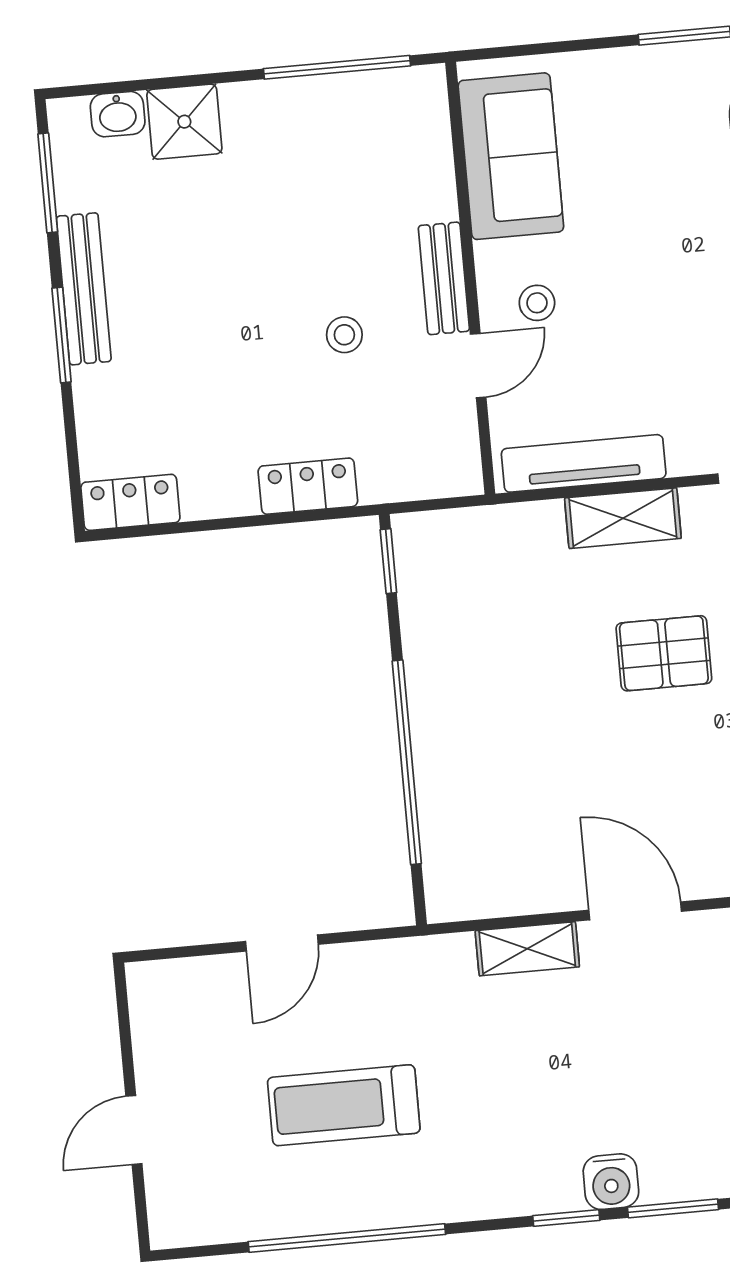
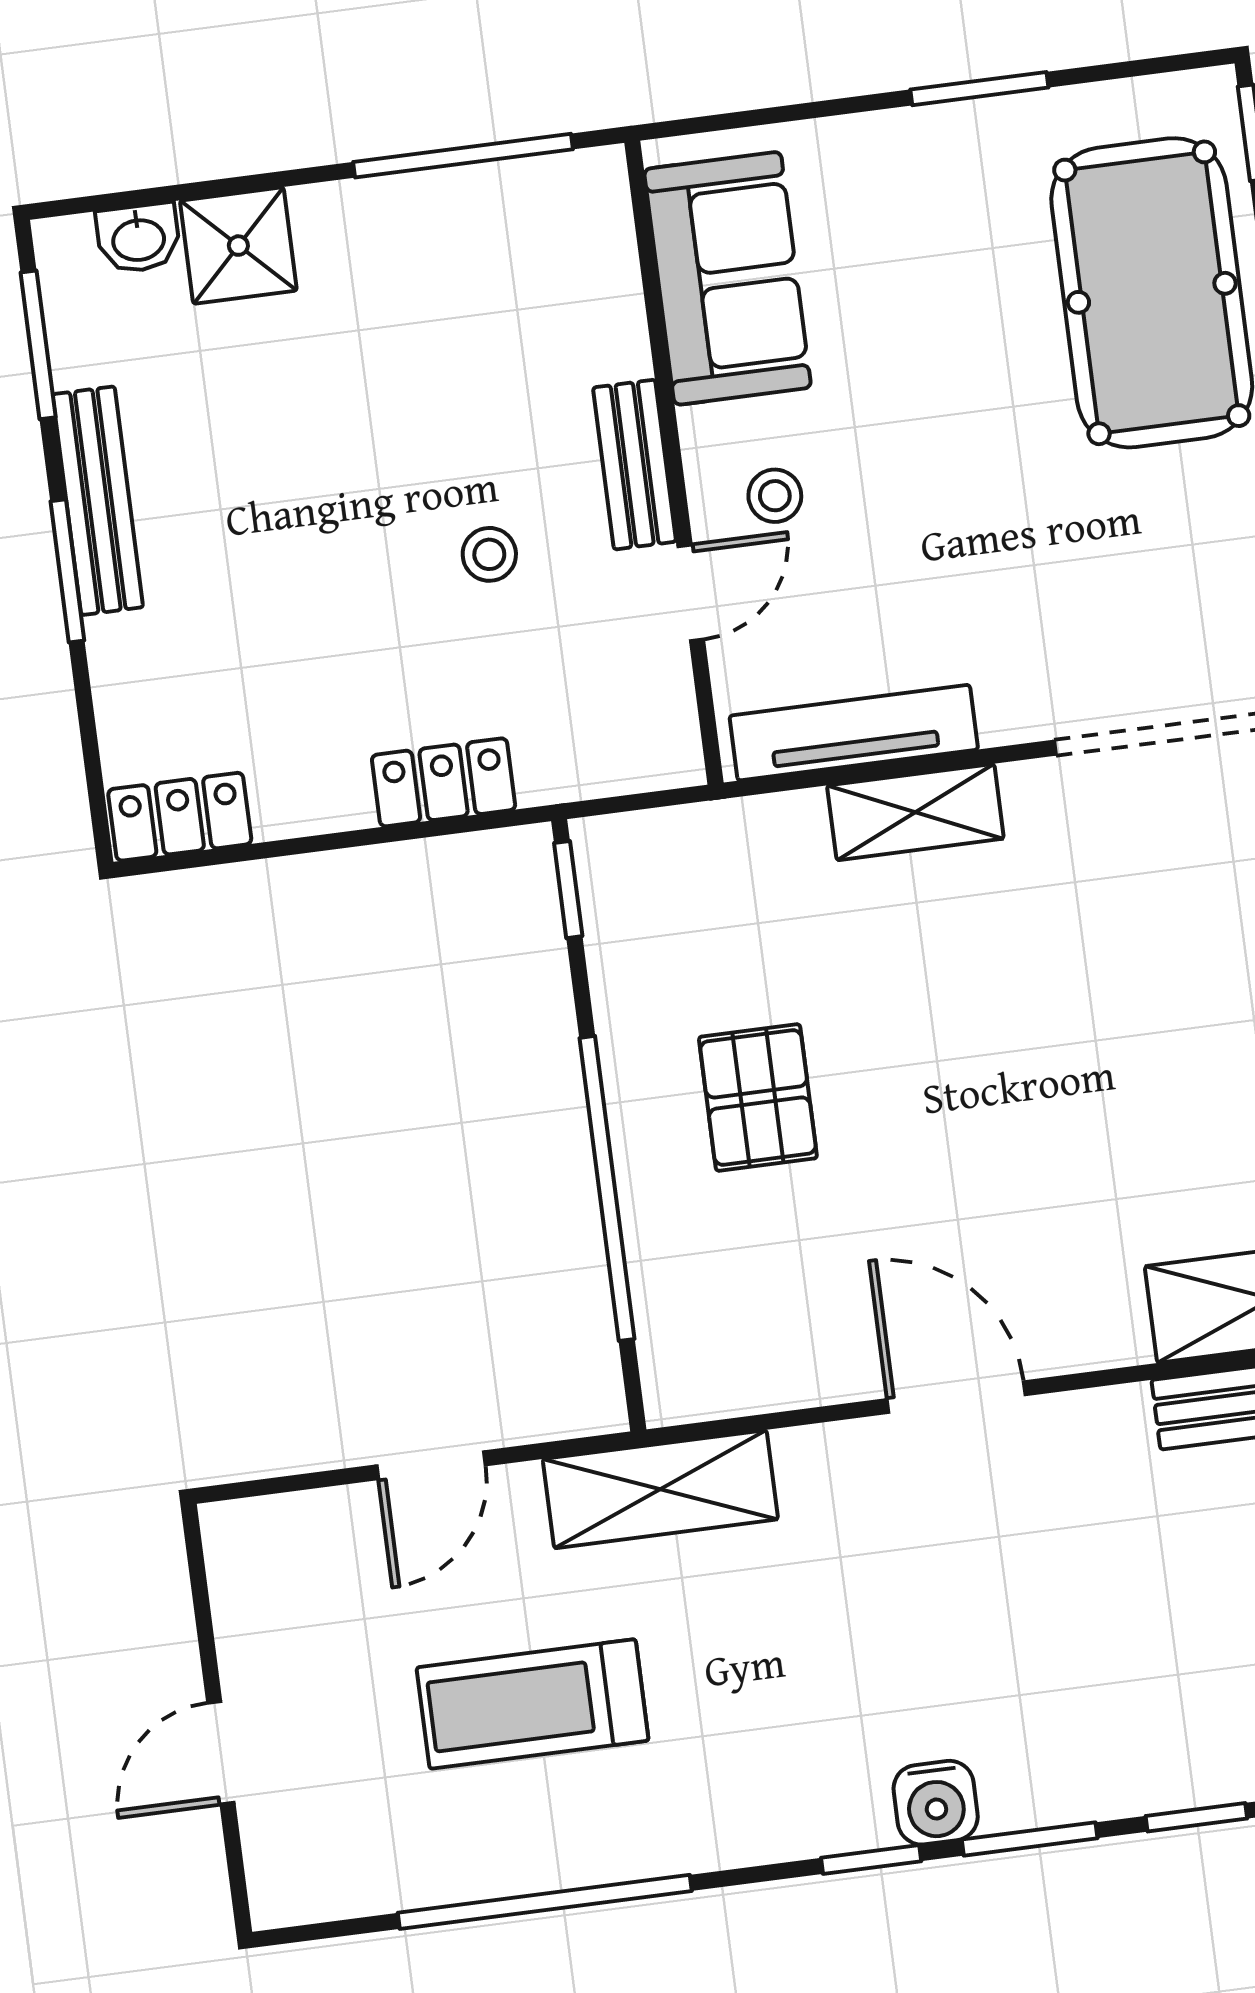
pallet: (664, 653) -> (758, 1097), moved, turned 90
shelving: (527, 949) -> (660, 1489), moved, width x1.50, depth x1.33

